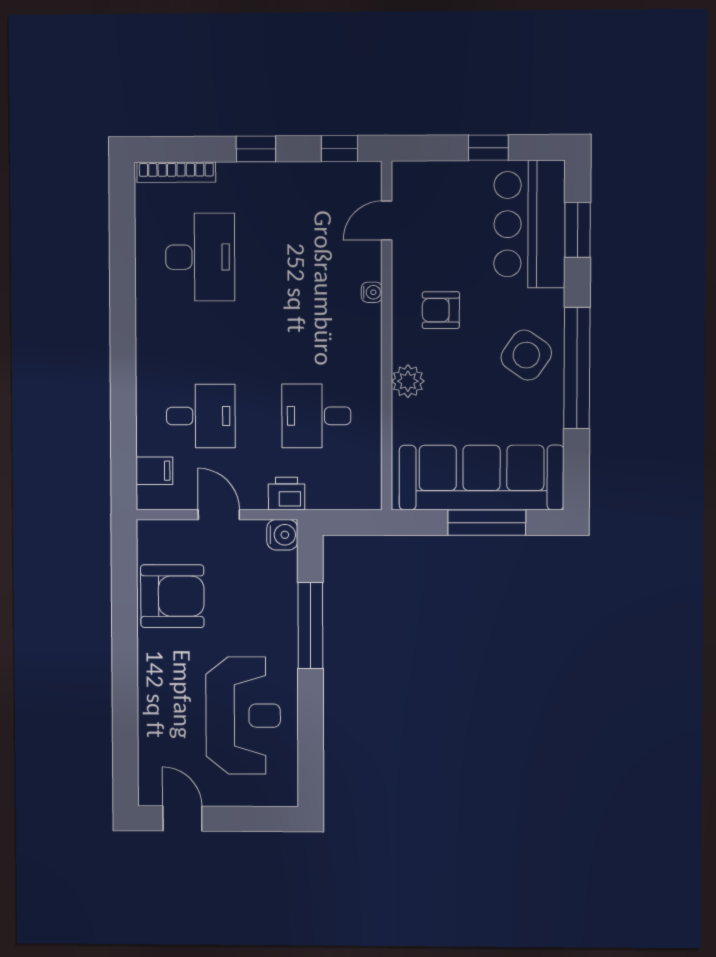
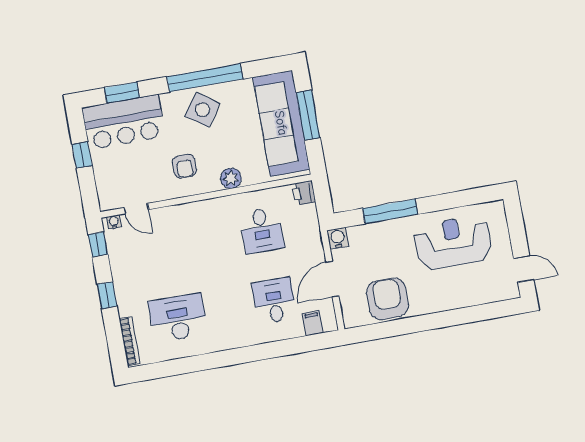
water cooler: (372, 292) -> (114, 222), moved
printer: (287, 494) -> (304, 193), moved
door: (219, 515) -> (332, 279), width x1.38
door: (182, 819) -> (524, 269), swing flipped

